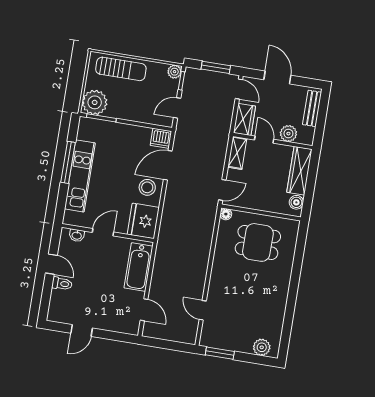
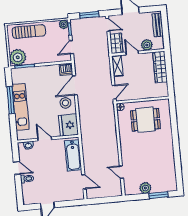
boiler: (296, 202) -> (163, 88), removed
door: (103, 232) -> (45, 139), hinge flipped
plant: (262, 347) -> (145, 188), moved
window: (220, 353) -> (159, 195), moved

